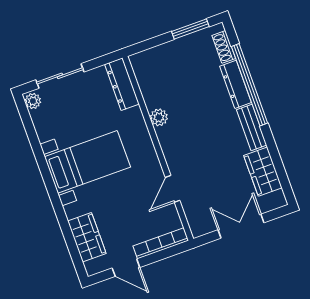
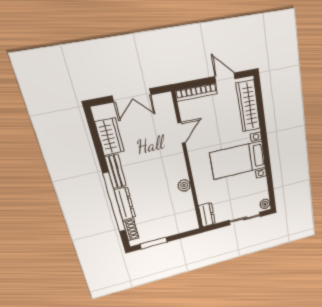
dresser: (122, 84) -> (207, 215), width x0.70
wardrobe: (87, 237) -> (248, 106), width x1.50

